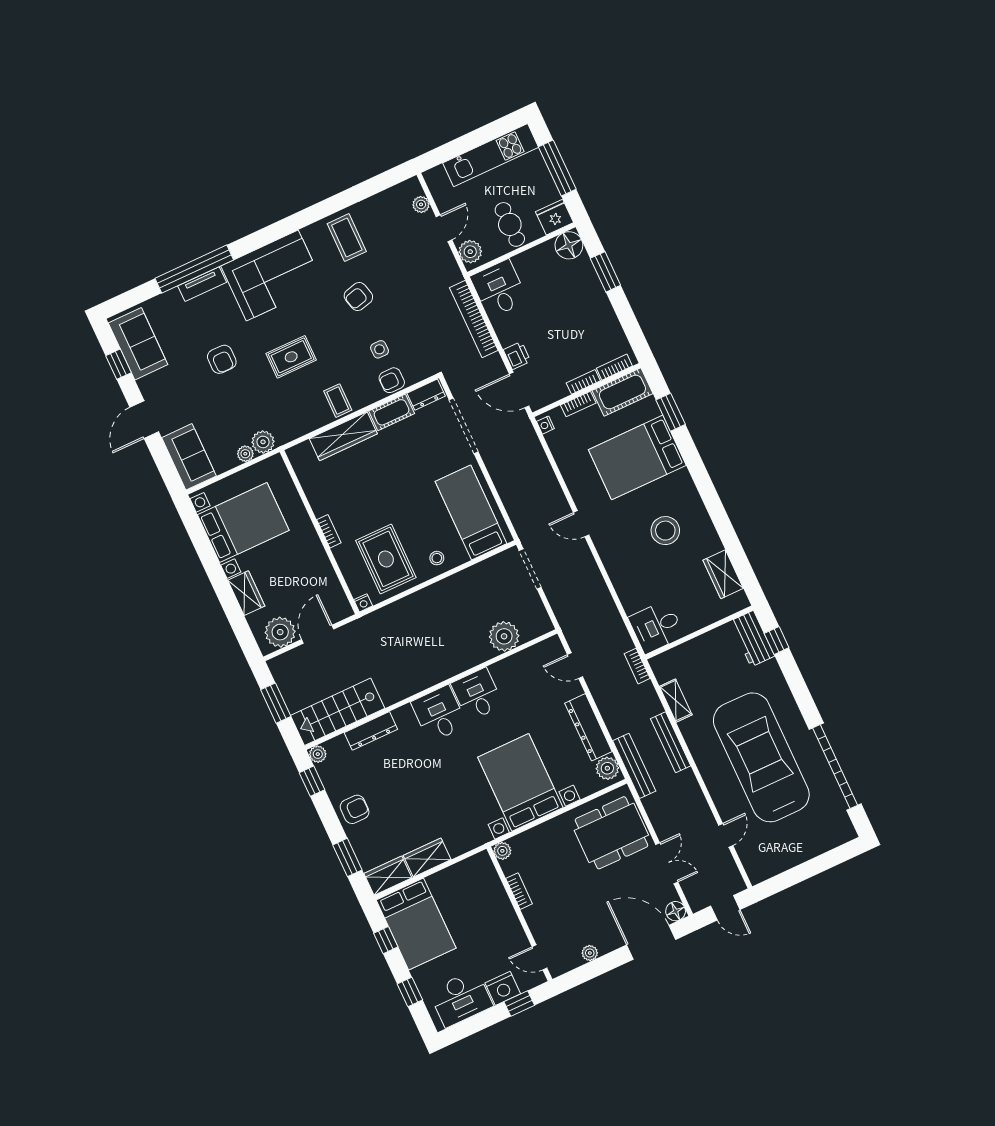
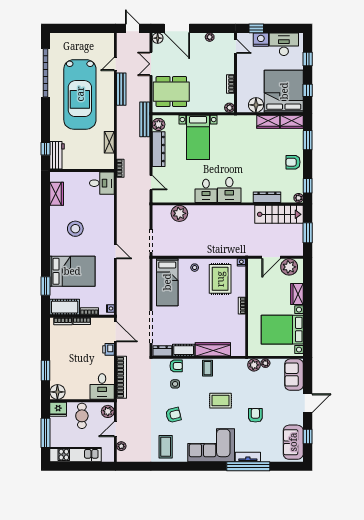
bench: (671, 742) -> (121, 89), moved
bed with nightstands: (520, 782) -> (198, 137), width x0.73
floor lamp: (460, 876) -> (256, 105), added
bed: (416, 924) -> (284, 91), width x1.36

